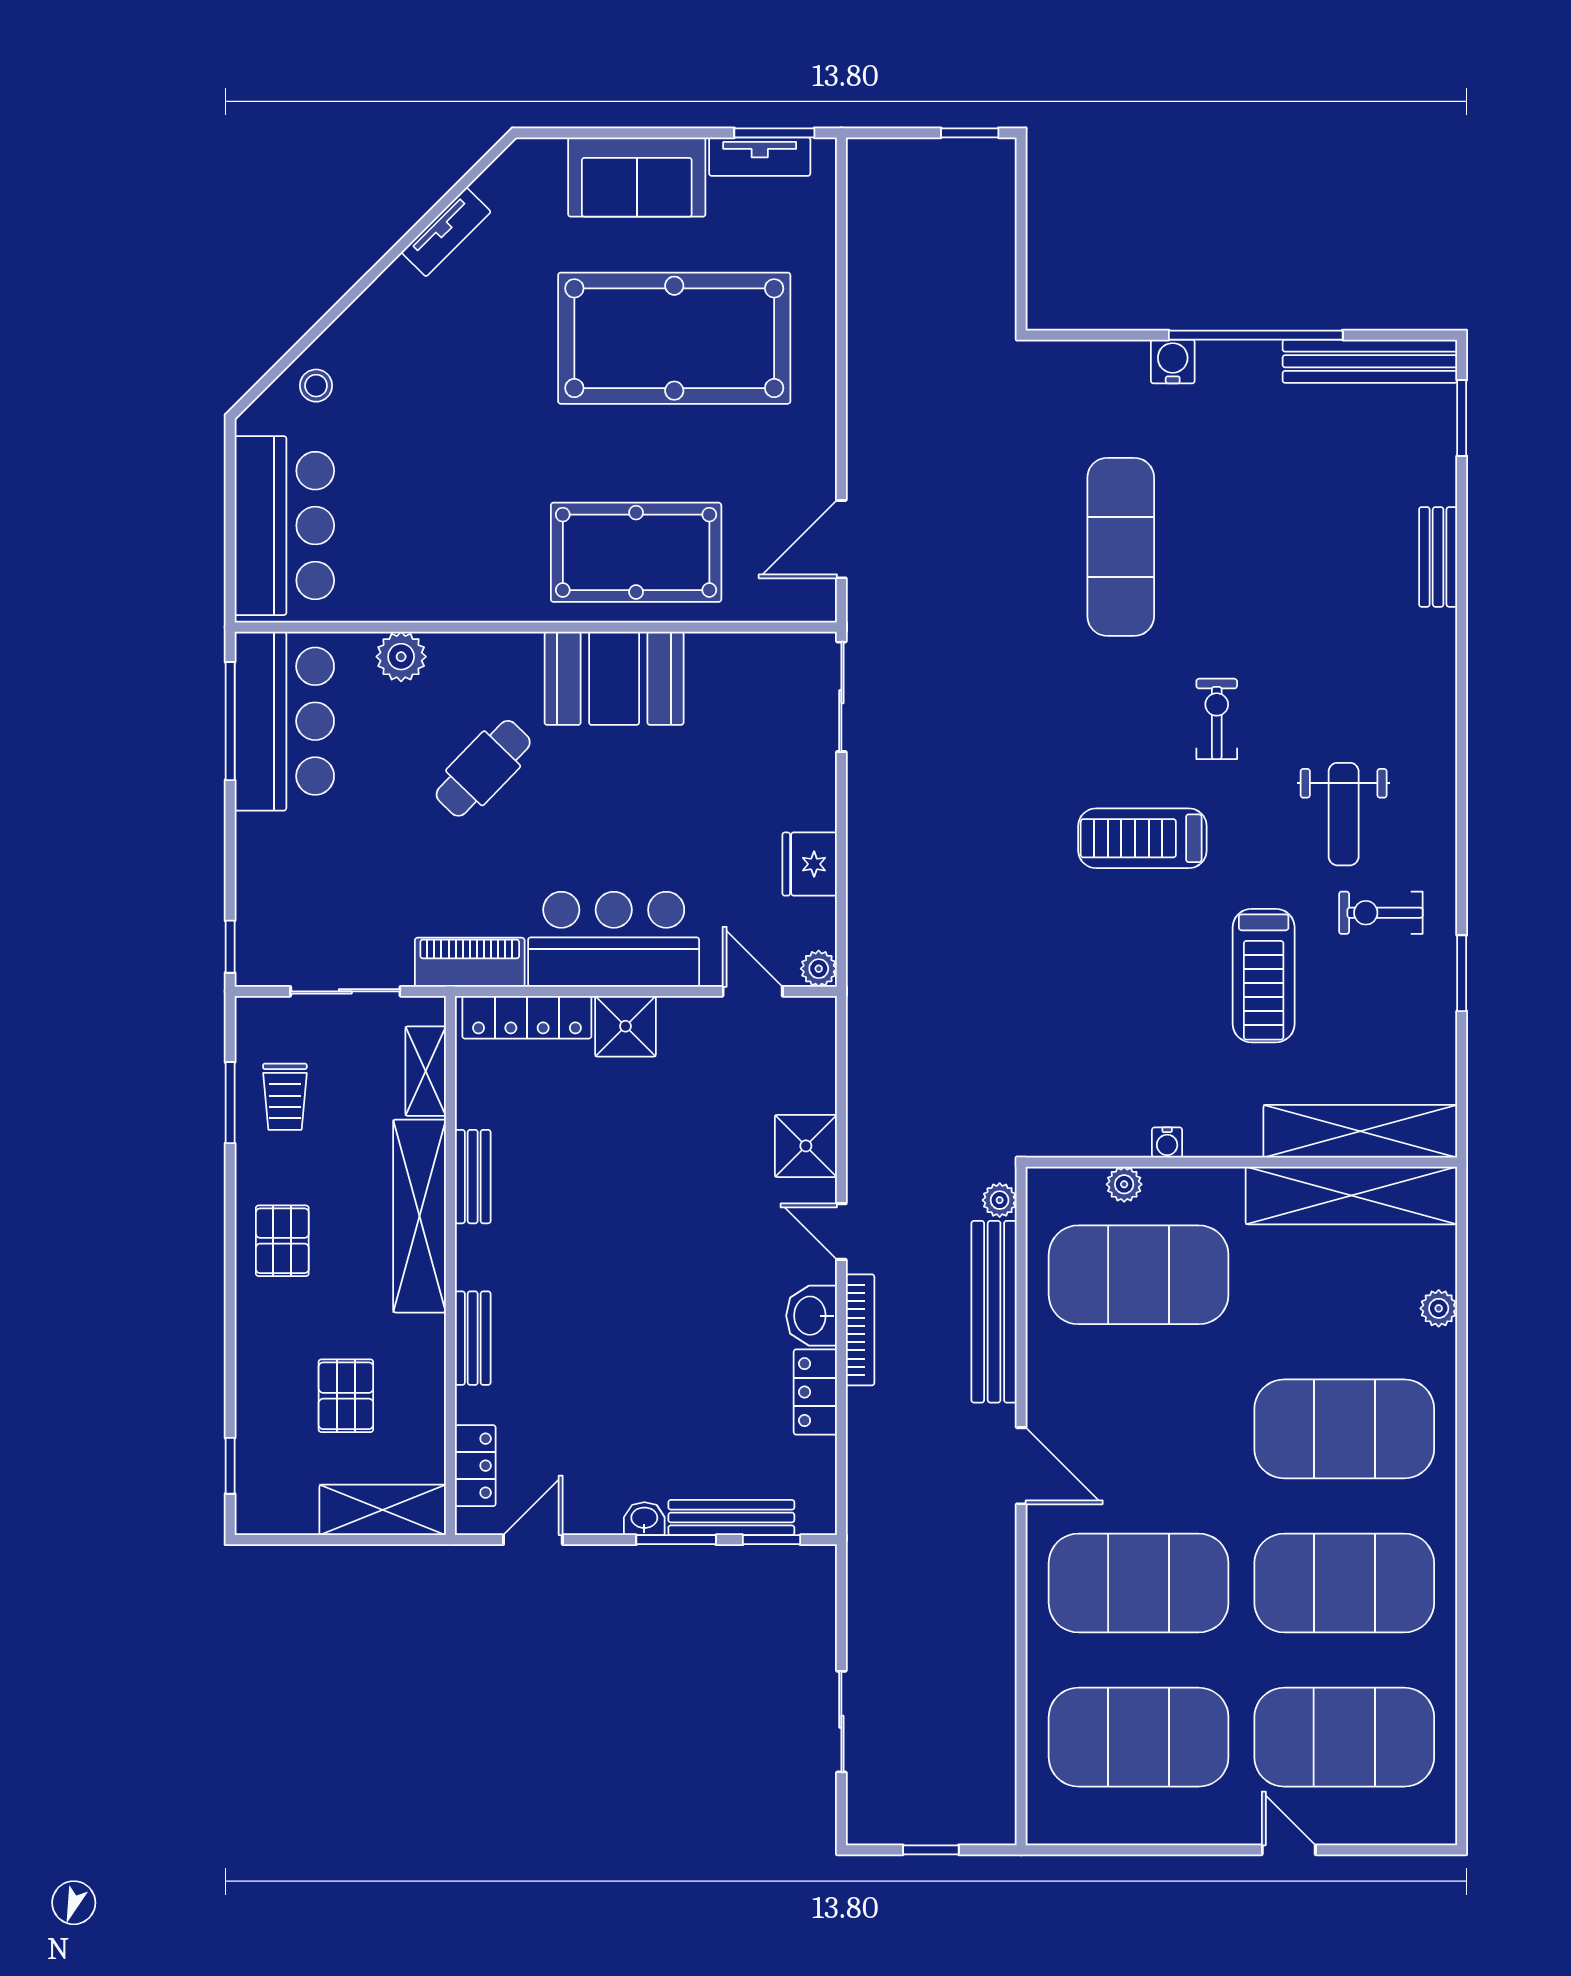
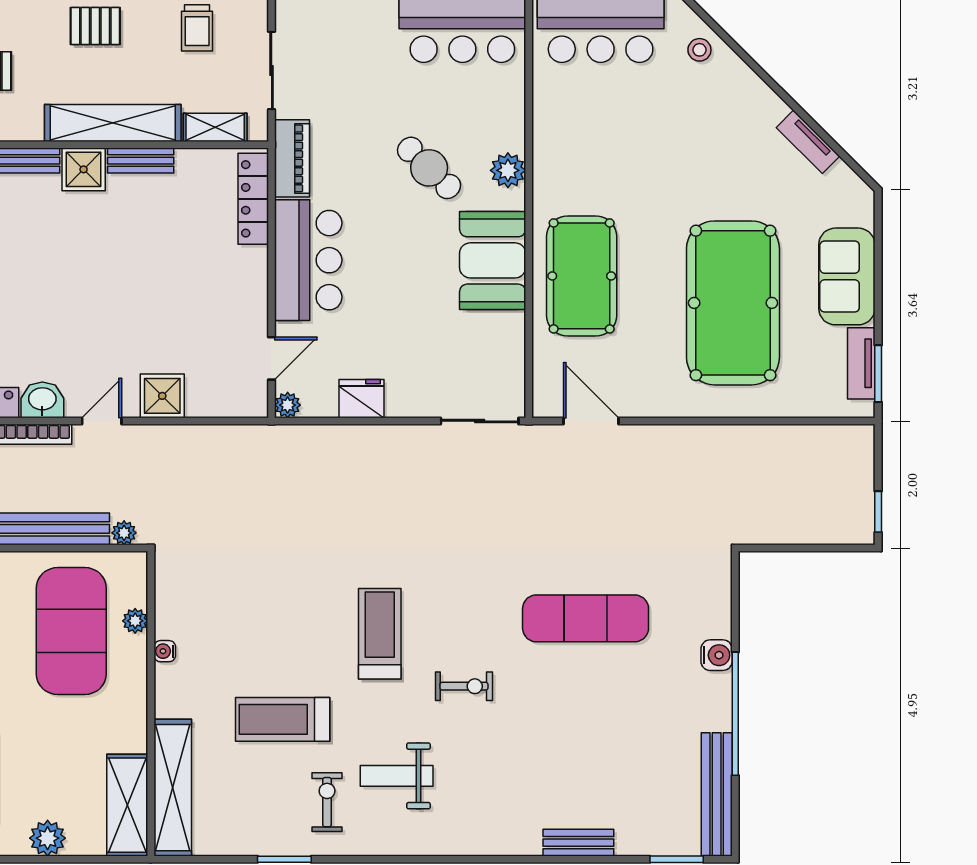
plant: (401, 657) -> (508, 170), moved
shower: (625, 1026) -> (84, 169), moved
trolley: (285, 1097) -> (197, 28), turned -90
shelving: (1351, 1195) -> (127, 805), width x0.68
plant: (1439, 1308) -> (48, 838), width x1.38, depth x1.38

